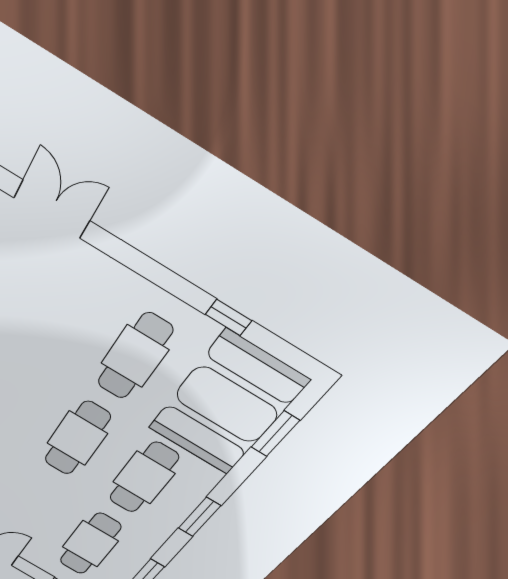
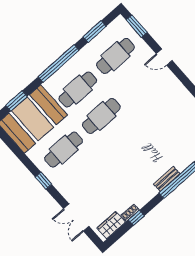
window: (228, 317) -> (43, 181), moved
window: (199, 517) -> (59, 63), width x2.11

